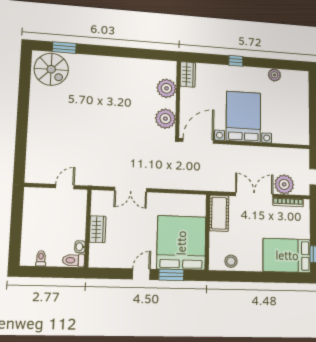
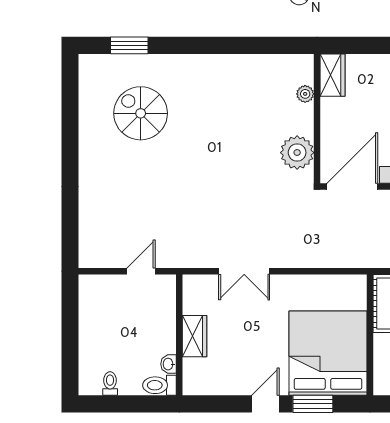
spiral stairs: (51, 69) -> (141, 113), moved, turned 180
plant: (166, 88) -> (305, 94), width x0.53, depth x0.53

